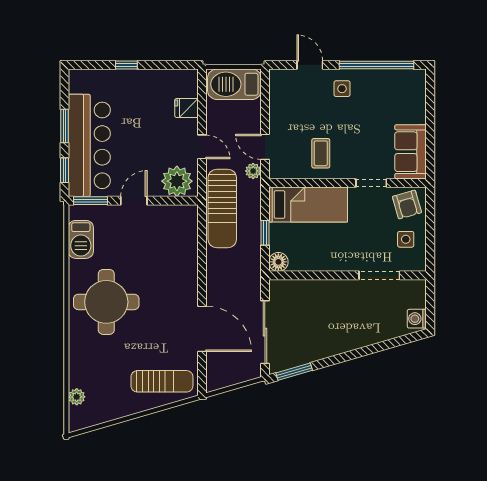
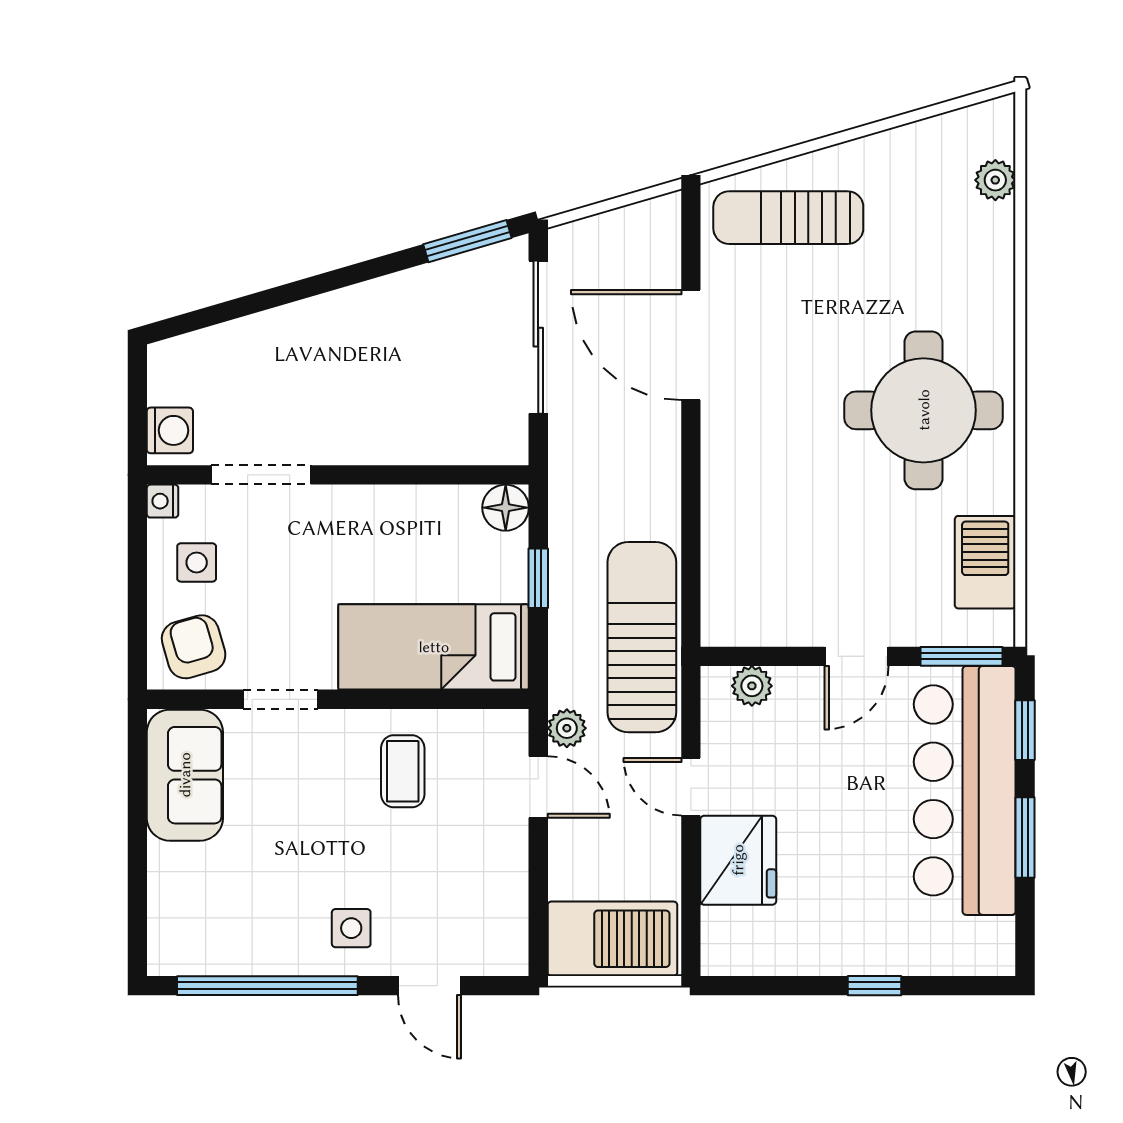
fridge: (187, 108) -> (738, 860), width x1.88, depth x1.34
plant: (177, 181) -> (752, 686), width x0.53, depth x0.53
nightstand: (420, 265) -> (163, 501), added
washing machine: (417, 319) -> (170, 430), moved

